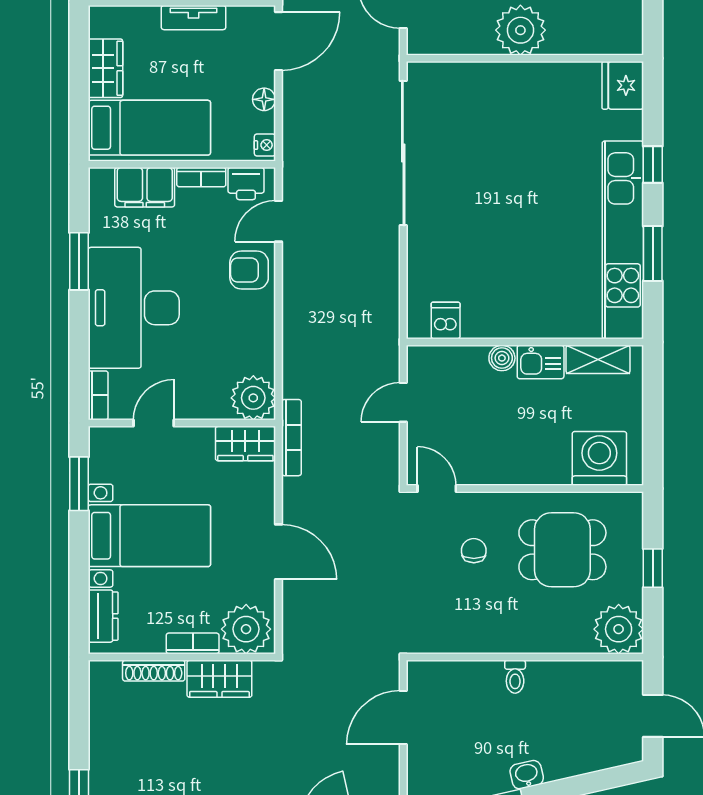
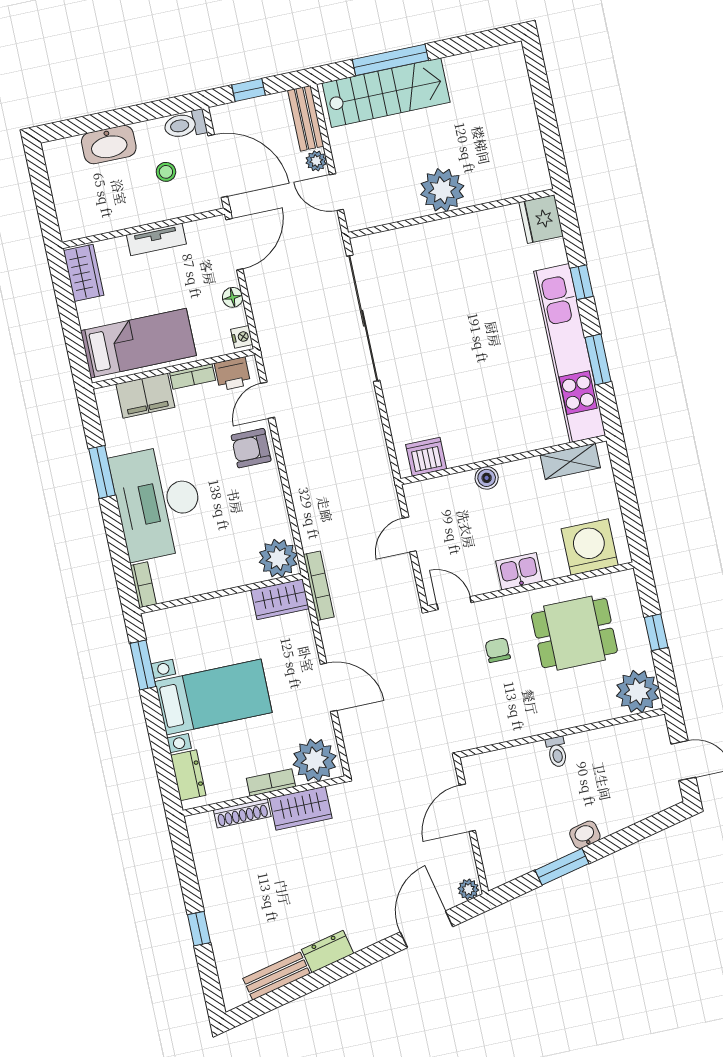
wardrobe: (105, 68) -> (84, 273), moved
dishwasher: (446, 320) -> (426, 457), width x1.38
kitchen sink: (541, 362) -> (519, 571), moved, turned 180
door: (154, 423) -> (197, 599), removed

